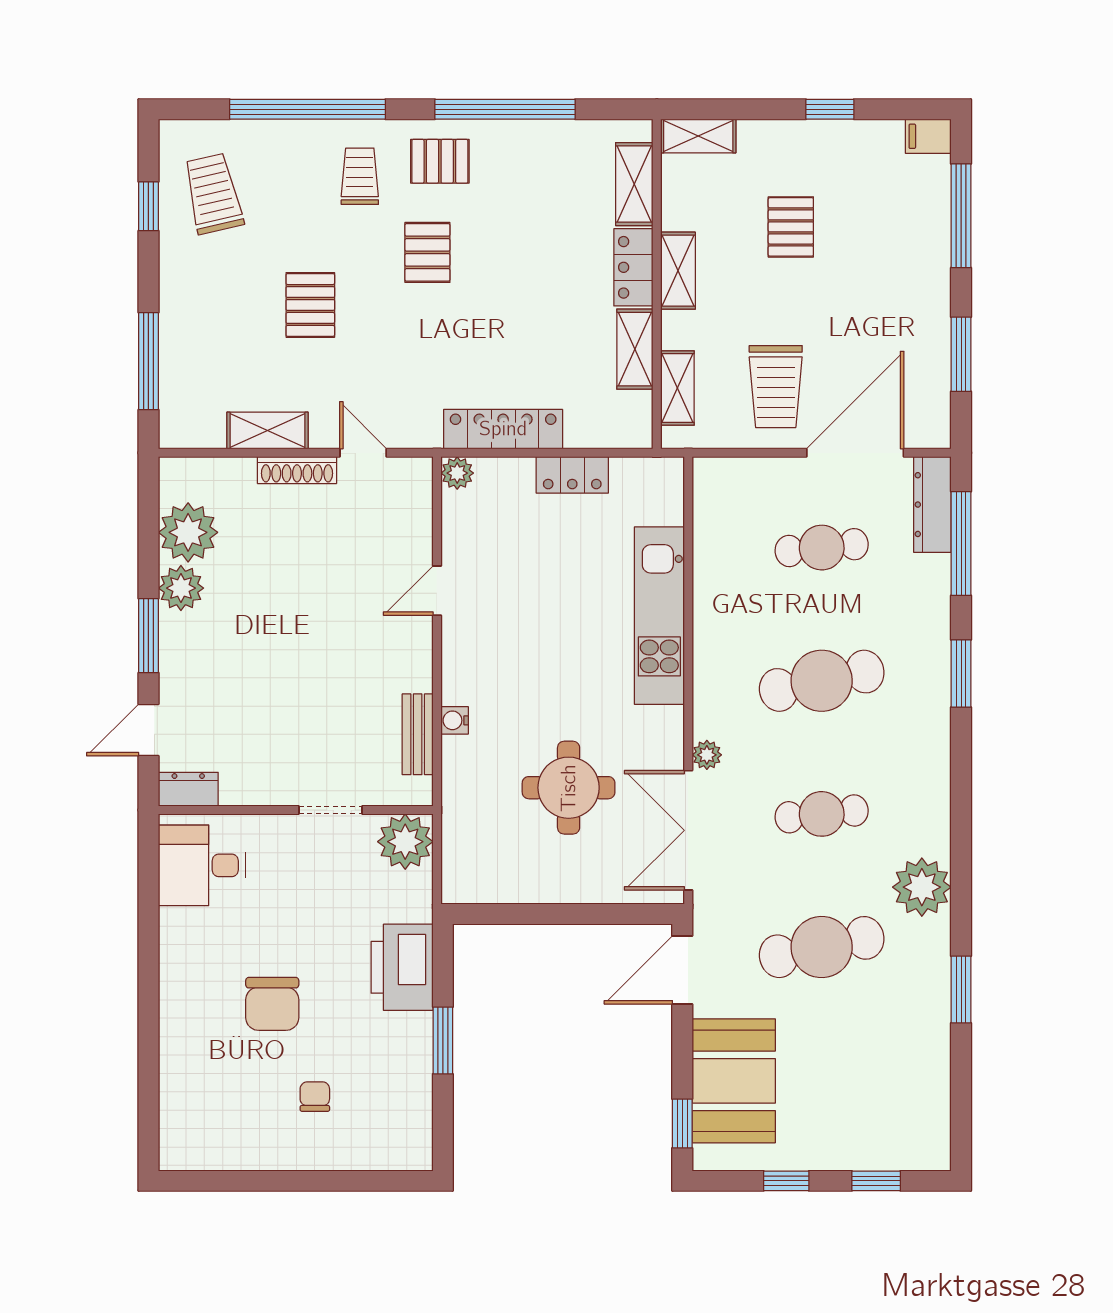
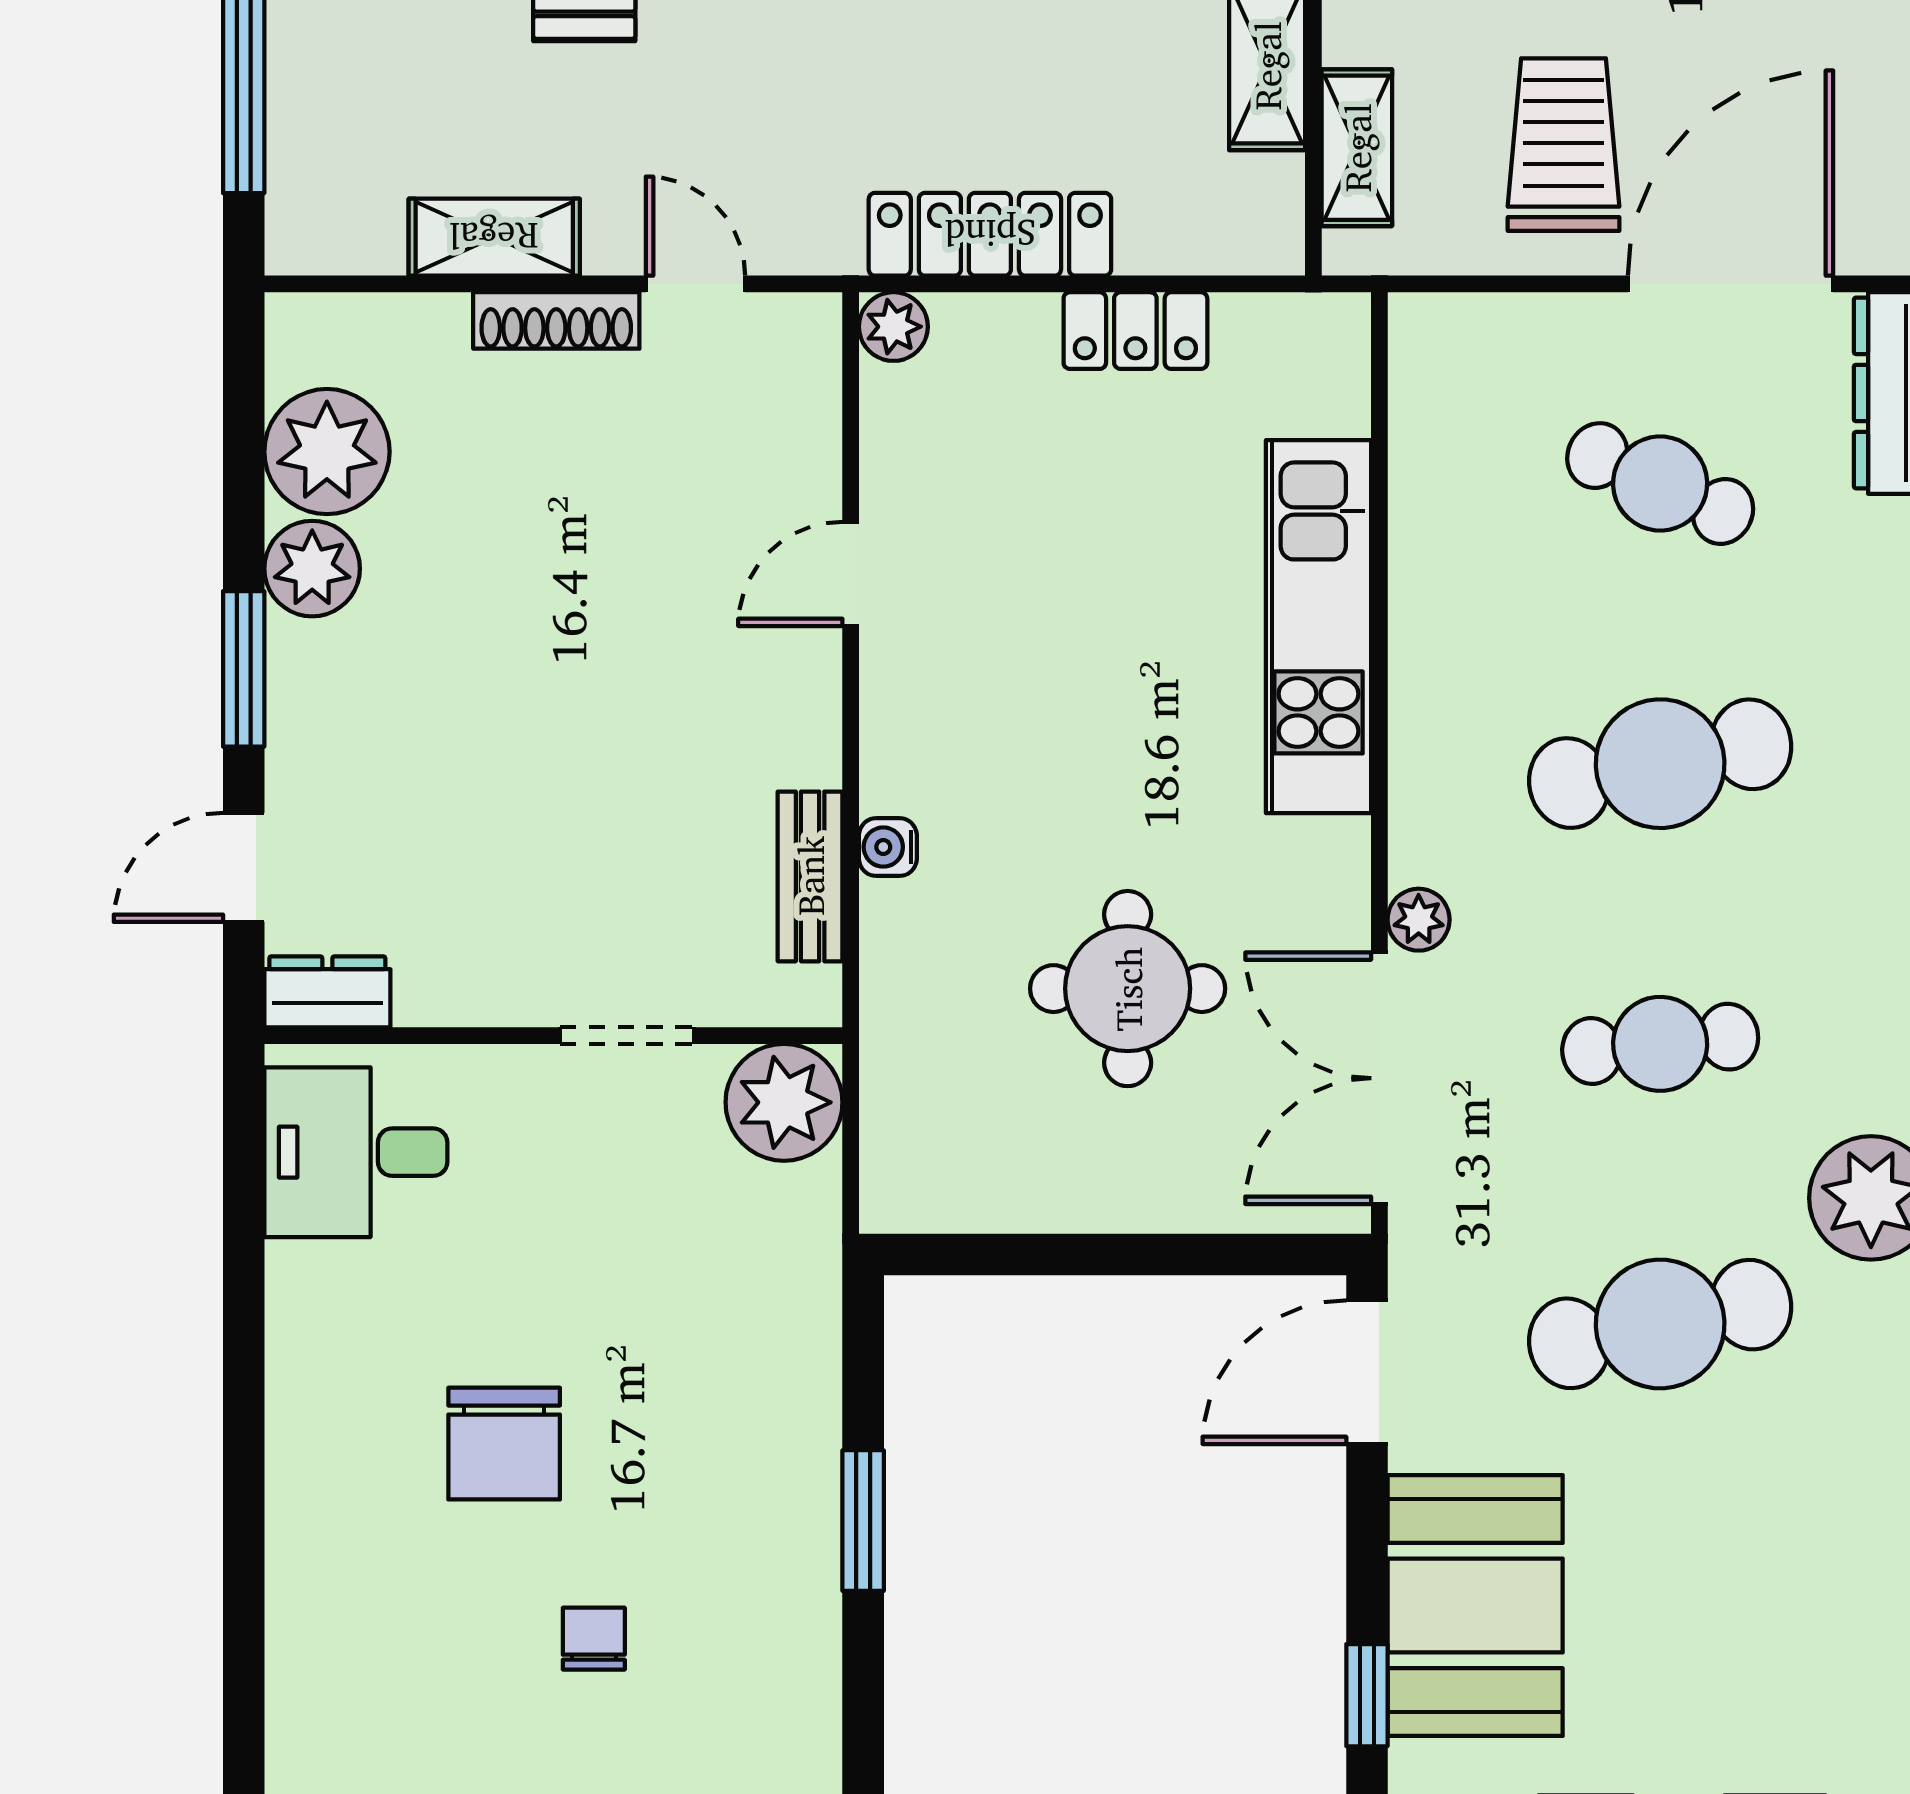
trolley: (776, 387) -> (1564, 145), turned 180
cafe table: (822, 548) -> (1660, 484), turned 30
printer: (402, 967) -> (777, 1367), removed

